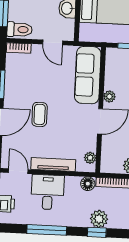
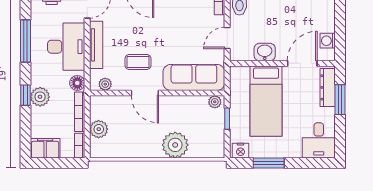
plant: (109, 97) -> (215, 102), moved
coffee table: (40, 114) -> (138, 62), moved
desk: (48, 192) -> (66, 47), width x1.37

